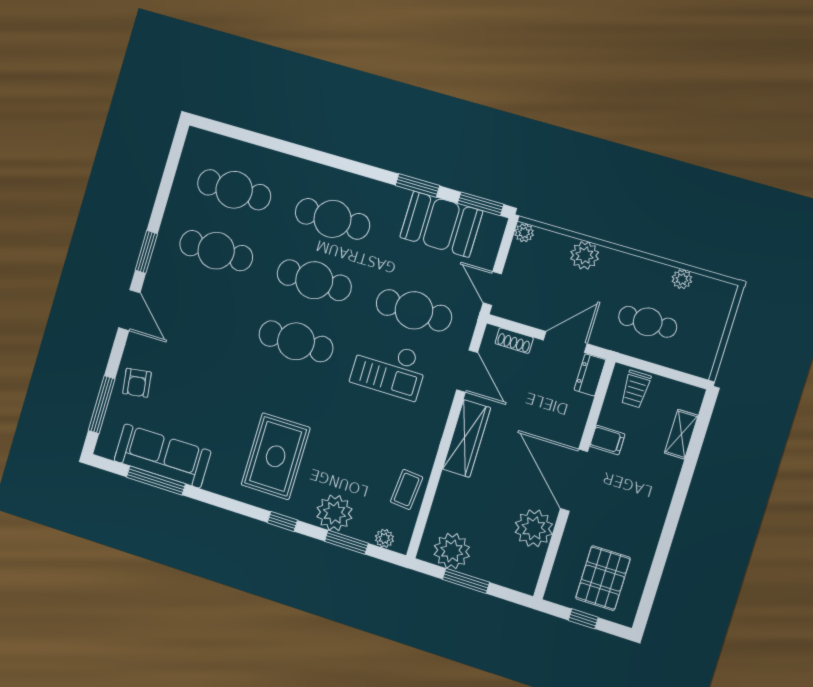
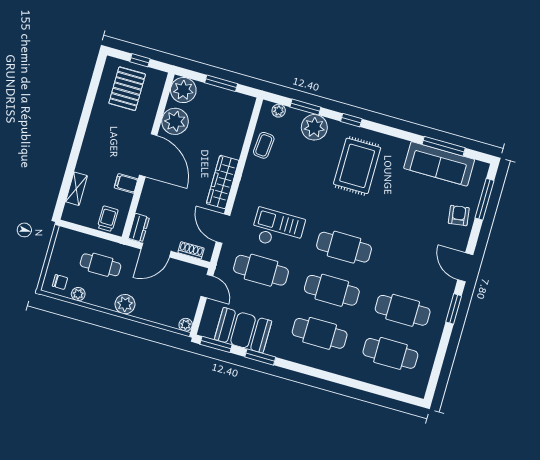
plant: (585, 255) -> (125, 304), moved
chair: (709, 297) -> (60, 282), added
plant: (452, 551) -> (183, 90), moved

